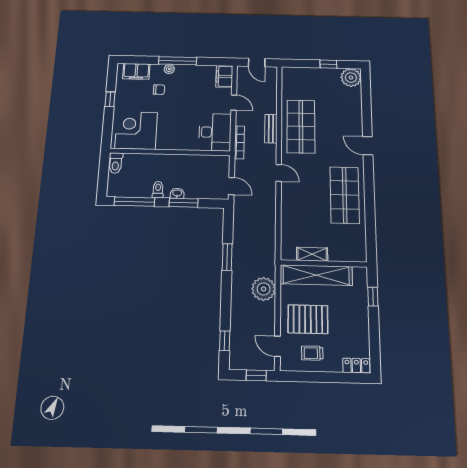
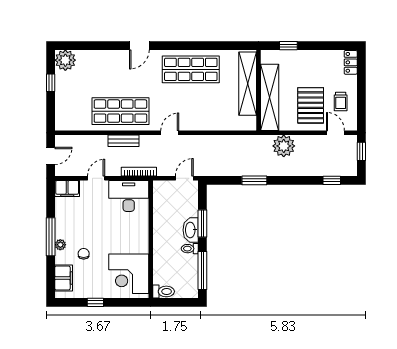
washbasin: (177, 193) -> (191, 230), width x1.91, depth x1.45
shelving: (312, 254) -> (248, 84), width x2.20, depth x1.33
door: (277, 346) -> (335, 133), swing flipped

